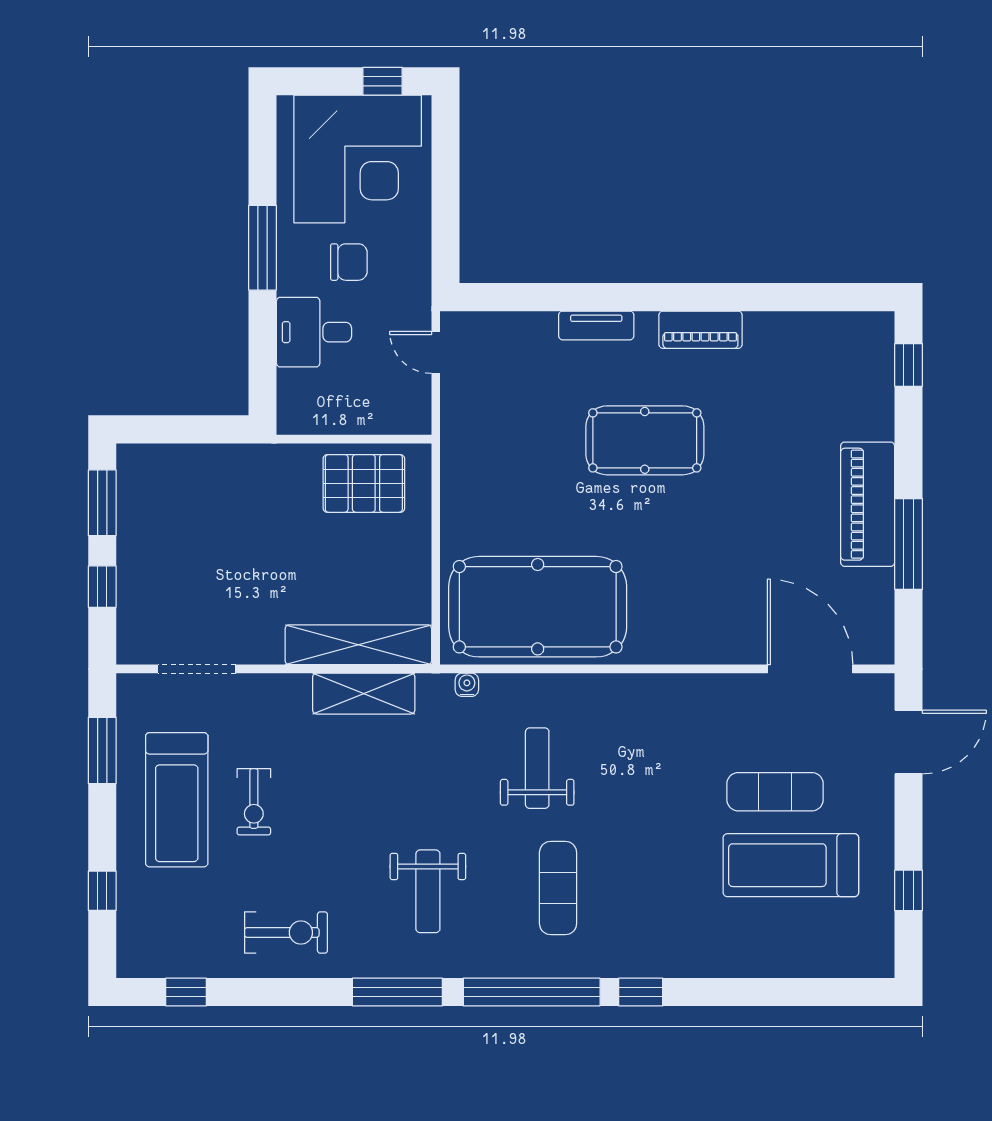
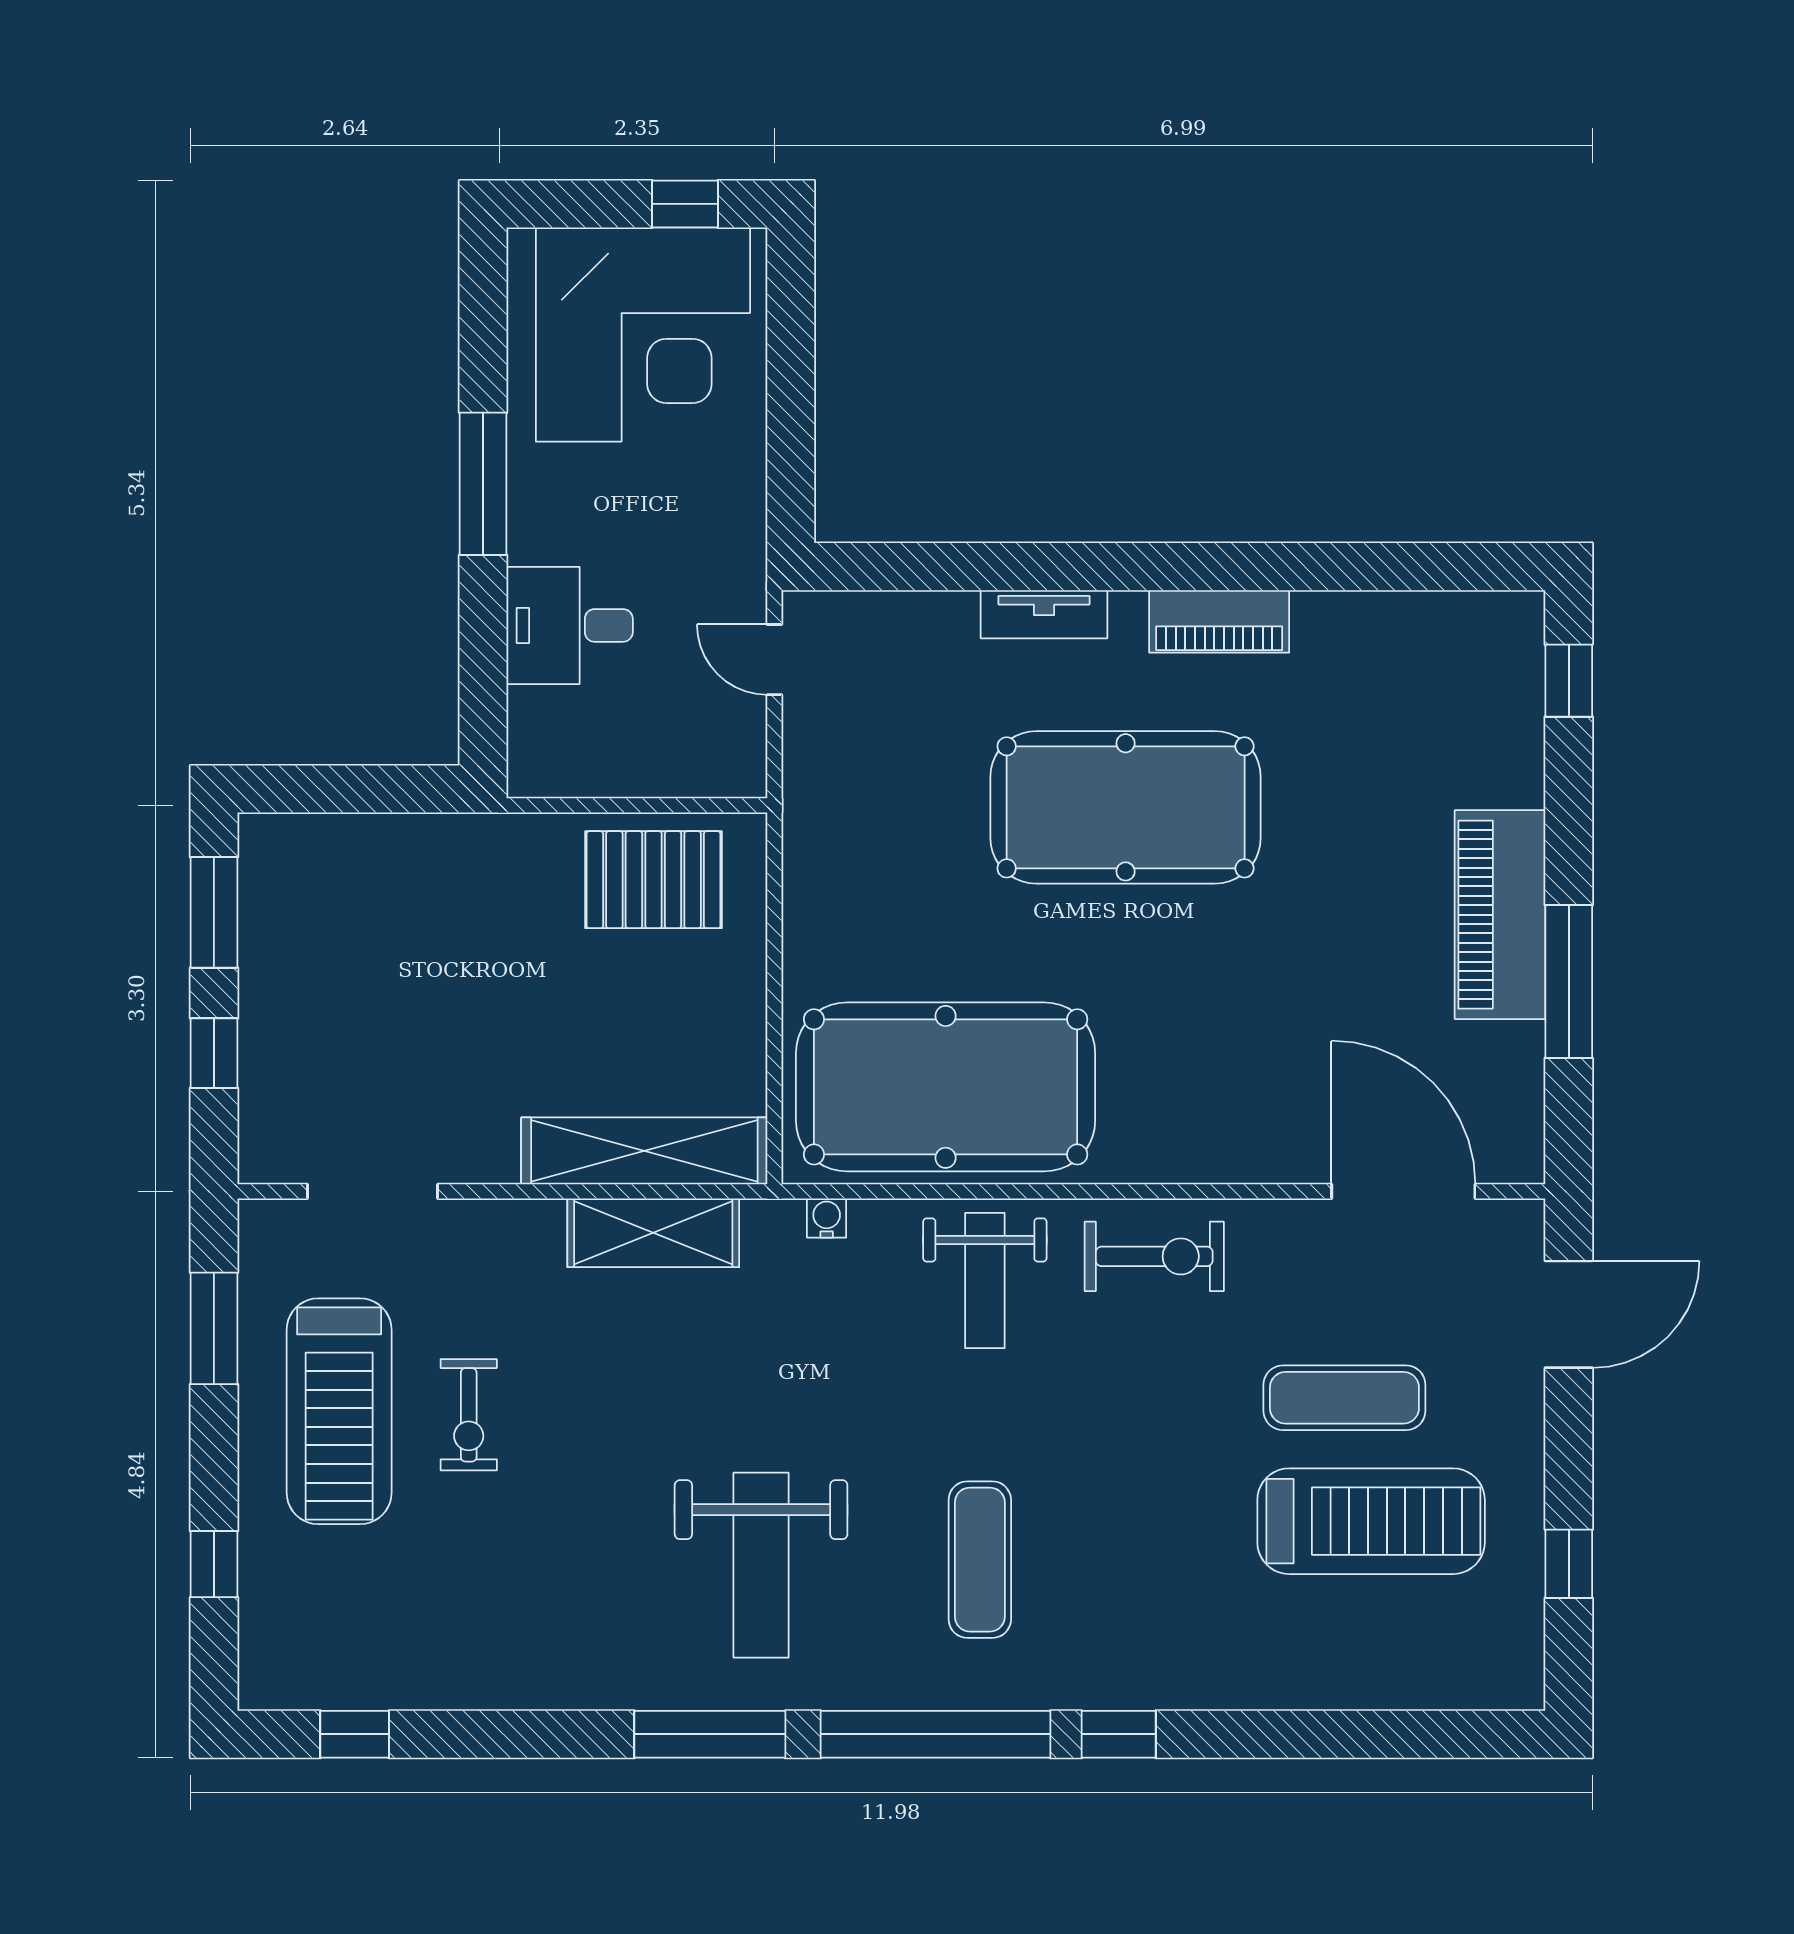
chair: (349, 262) -> (628, 508), removed
pool table: (645, 440) -> (1126, 807), width x1.36, depth x1.32
weight bench: (537, 768) -> (985, 1281), moved, turned 180
treadmill: (791, 865) -> (1371, 1521), turned 180
weight bench: (428, 891) -> (761, 1565), width x1.36, depth x1.33
exercise bike: (286, 933) -> (1154, 1256), moved

